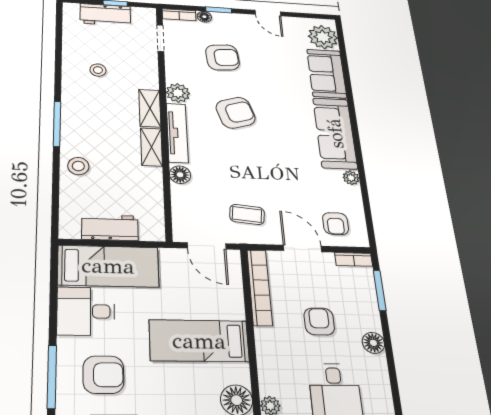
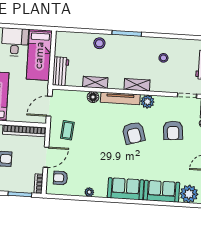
sofa: (335, 133) -> (126, 189), width x0.73
shelving: (151, 147) -> (95, 82), moved
workbench: (110, 228) -> (61, 71), moved

